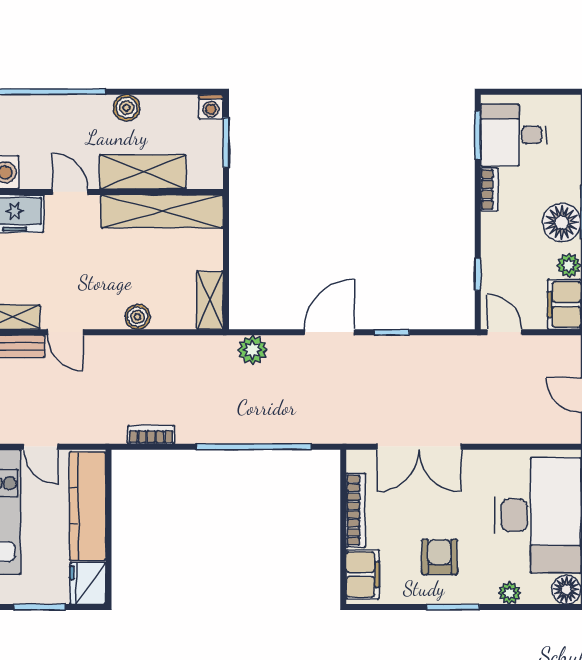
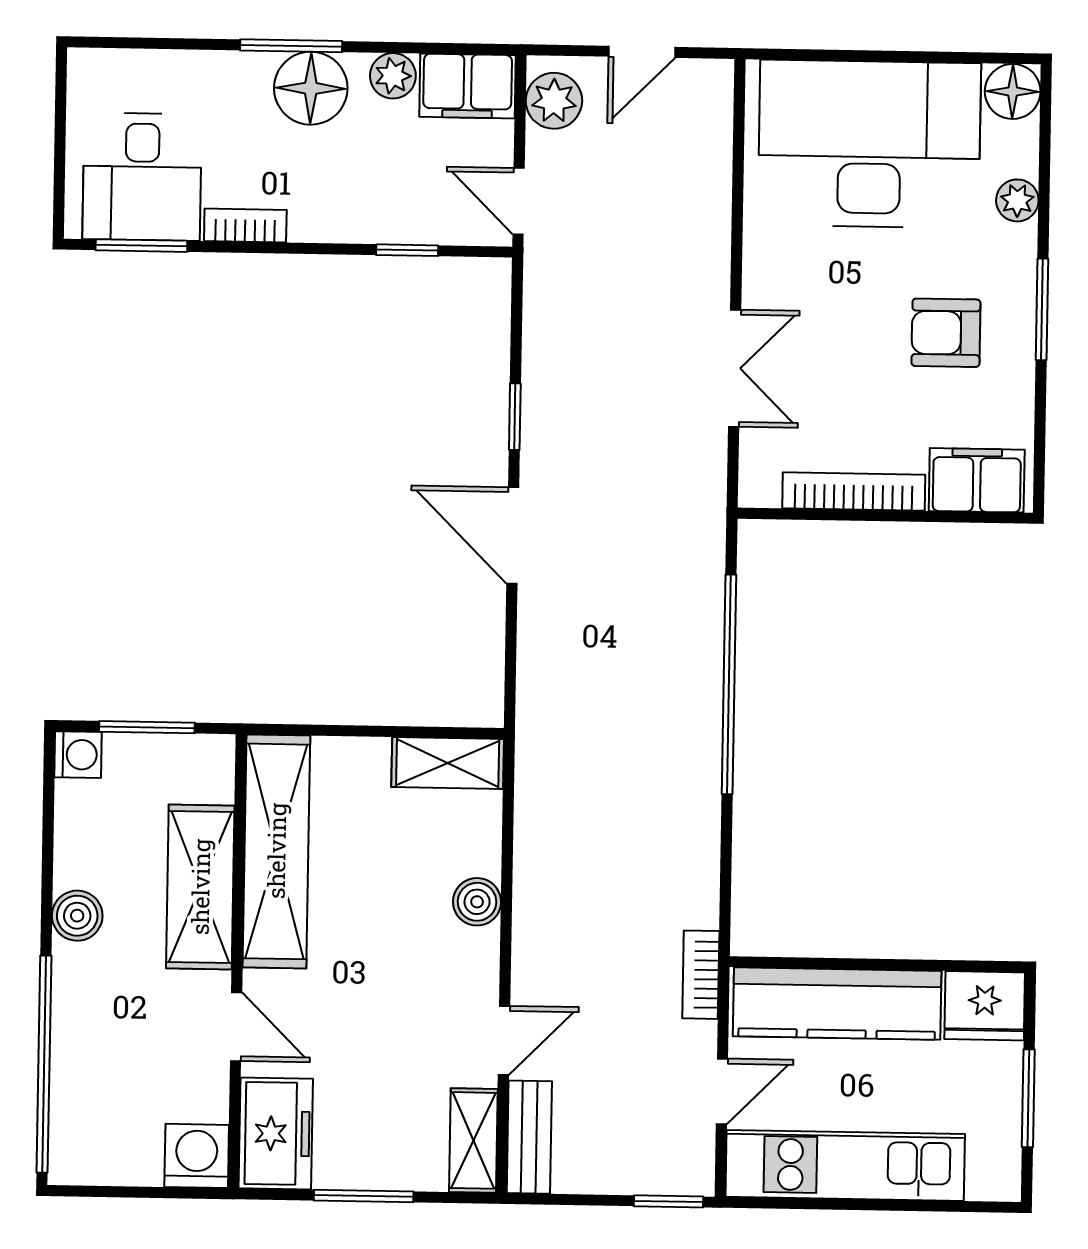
door: (70, 192) -> (236, 1027), swing flipped
door: (504, 332) -> (519, 201), hinge flipped
plant: (252, 350) -> (554, 101), moved
bookcase: (151, 435) -> (701, 975), moved
double door: (419, 447) -> (735, 368), width x0.73

